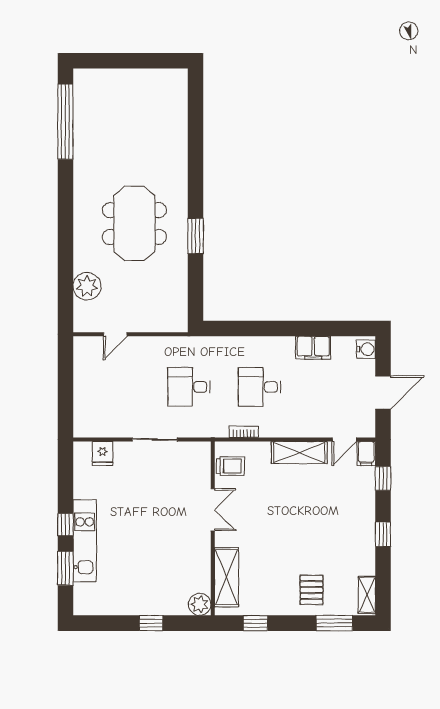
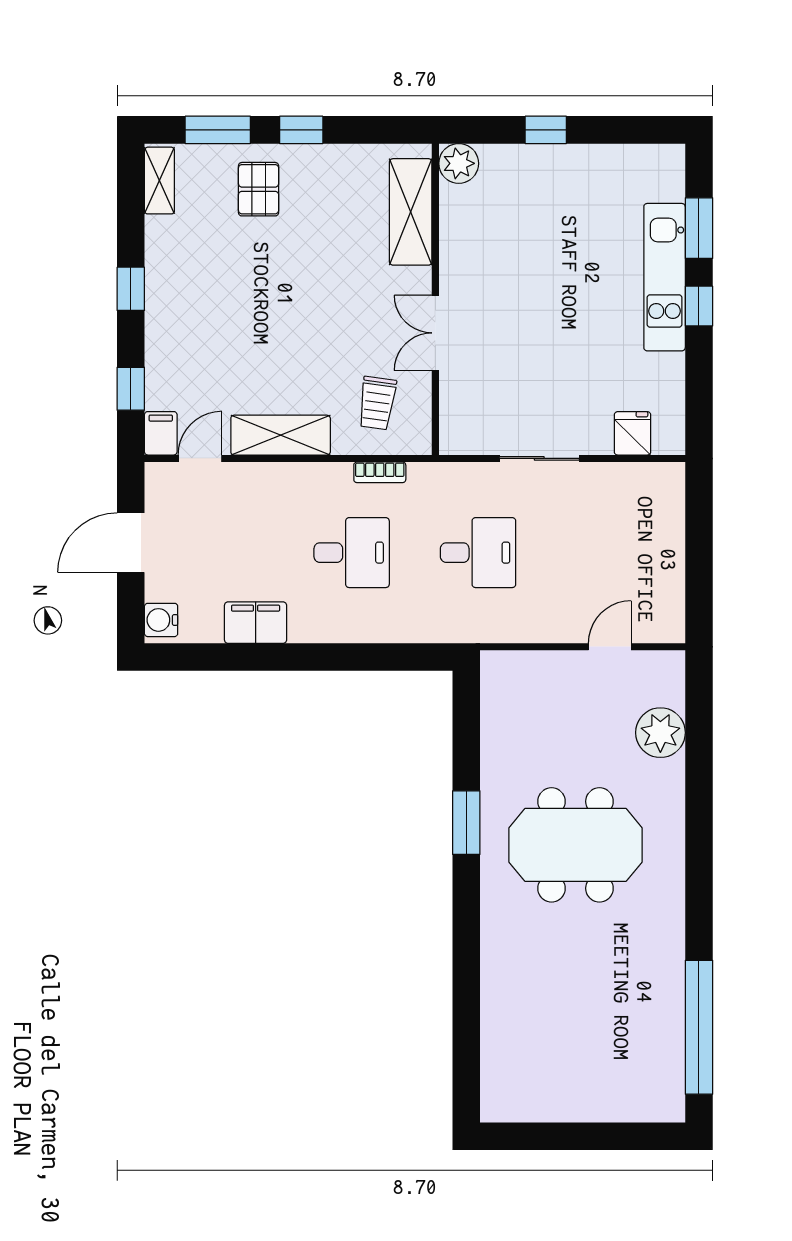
meeting table: (134, 224) -> (575, 845), turned 90
trolley: (230, 466) -> (377, 403), moved, turned -82
window: (256, 623) -> (301, 130), moved

